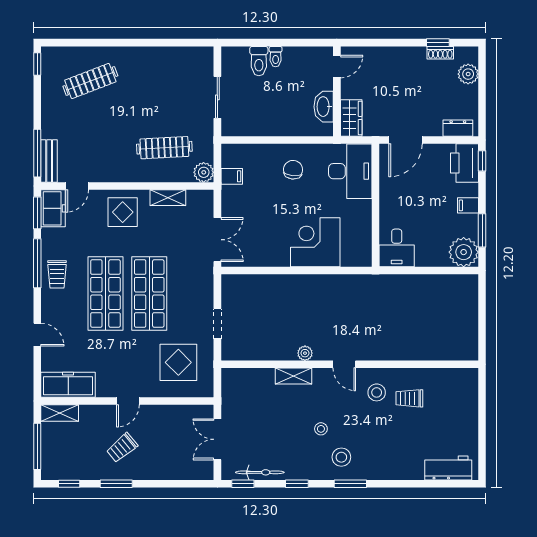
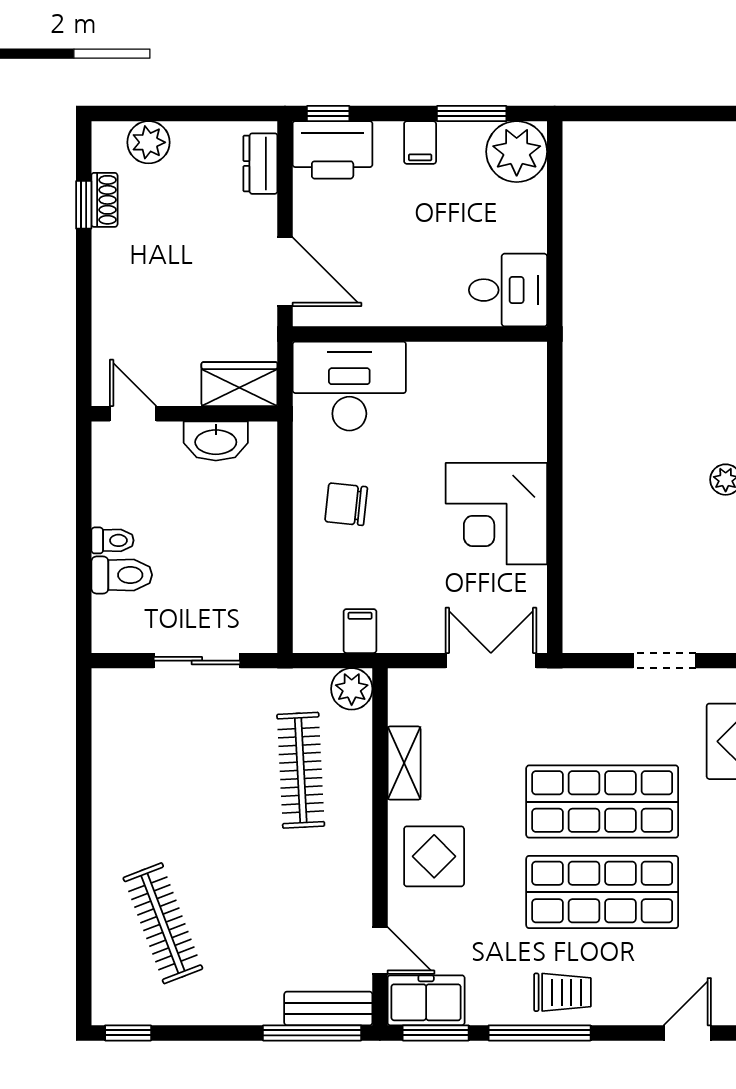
corner desk: (315, 242) -> (496, 514), moved

